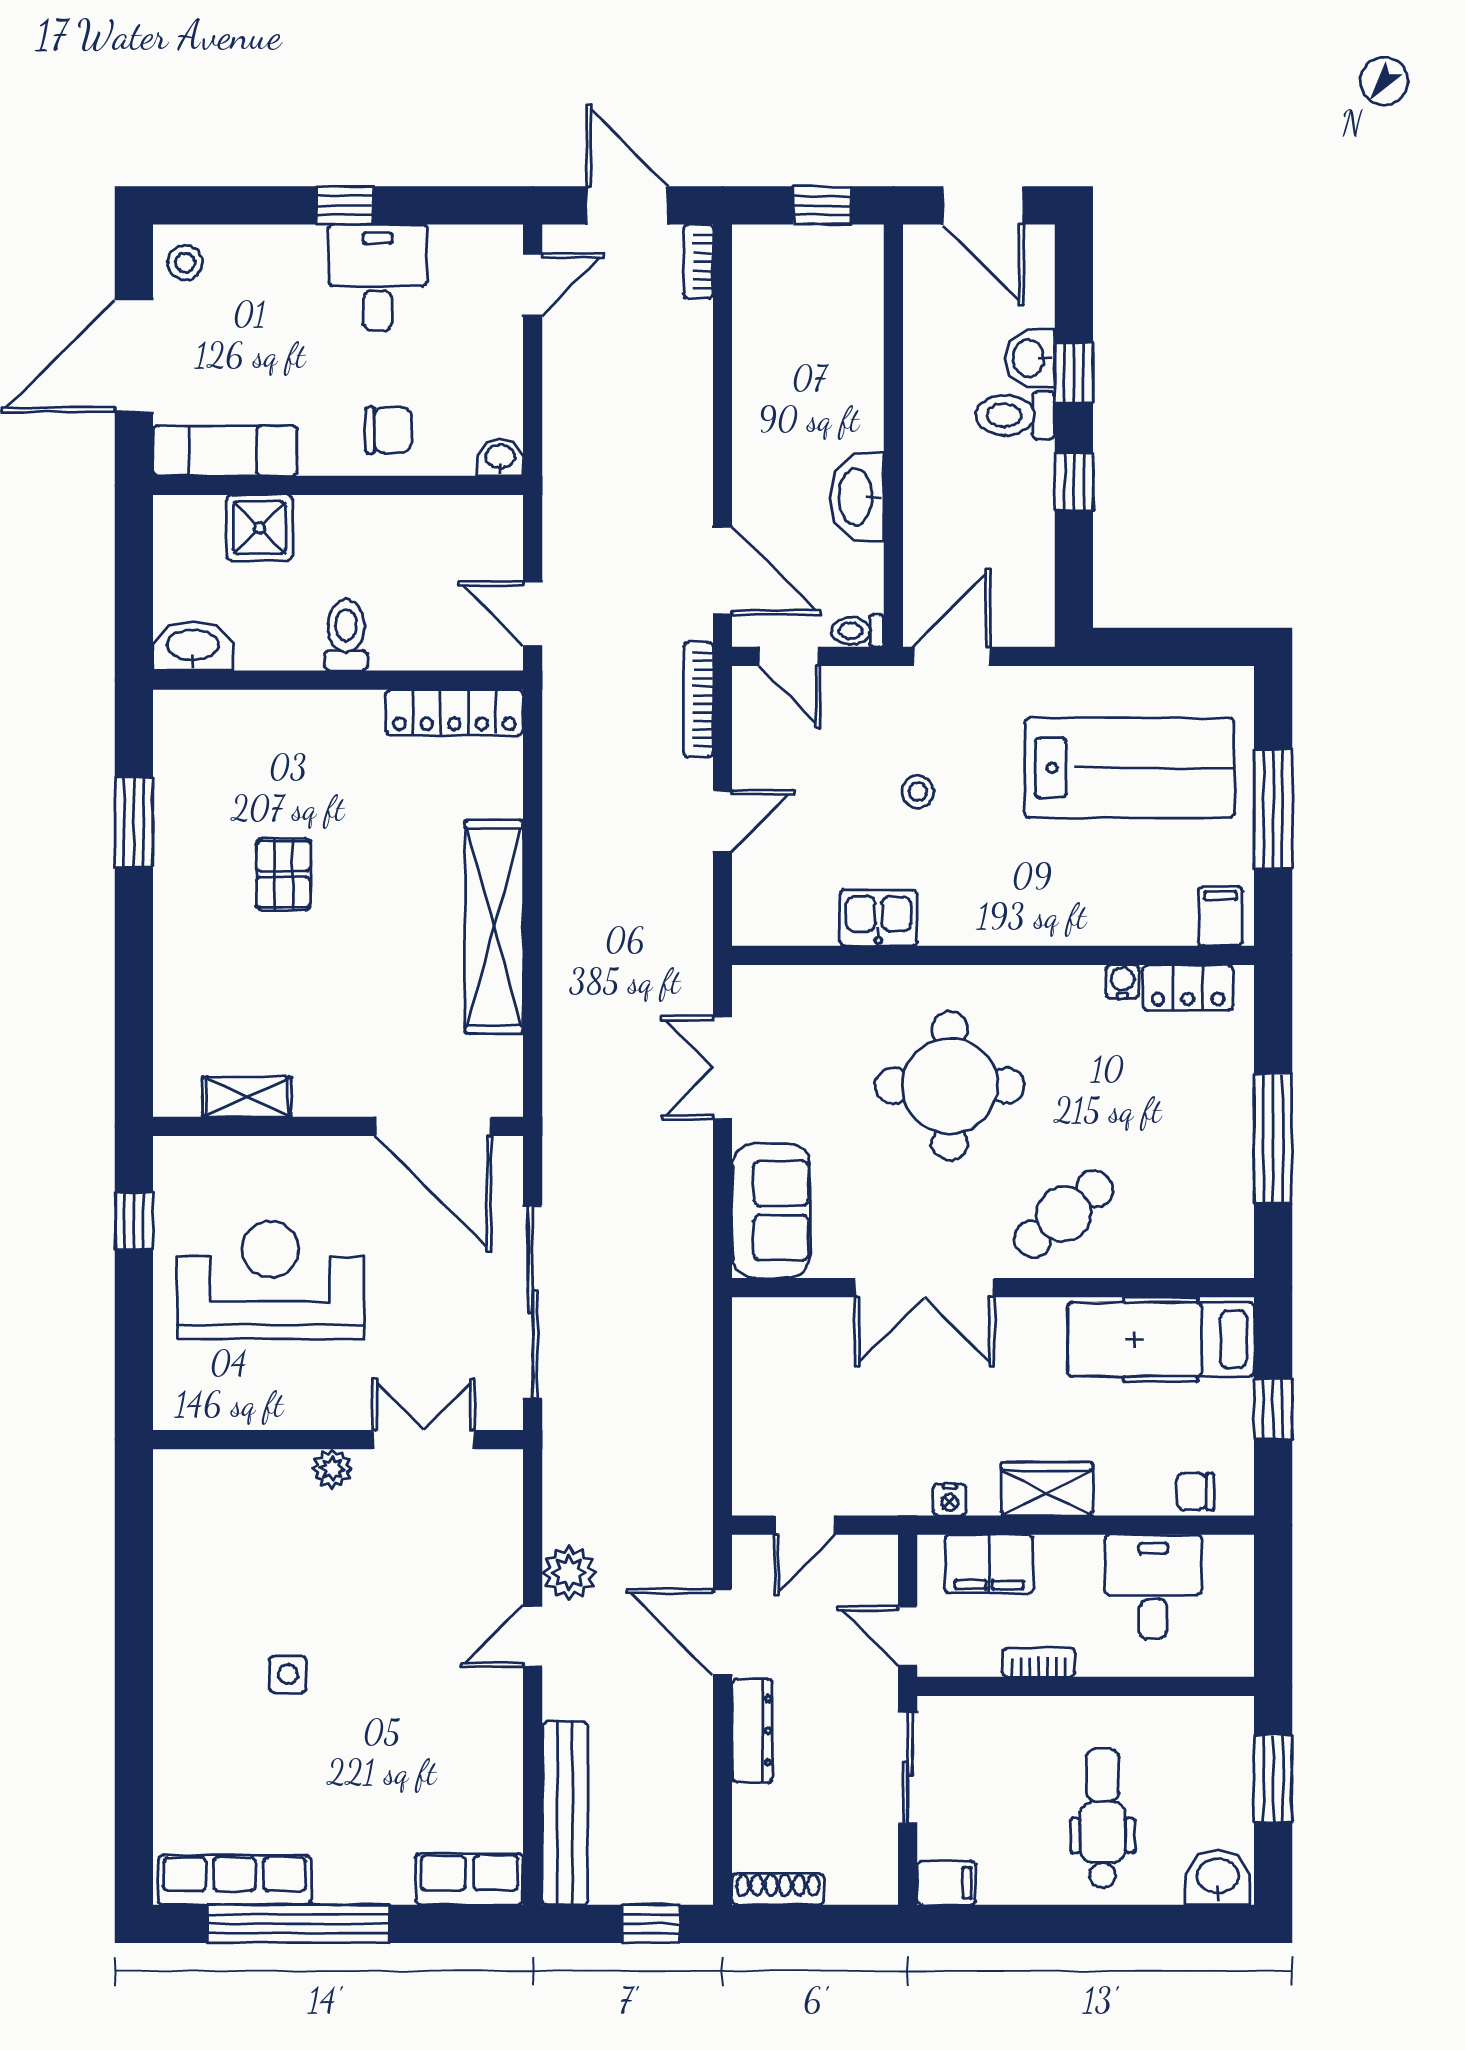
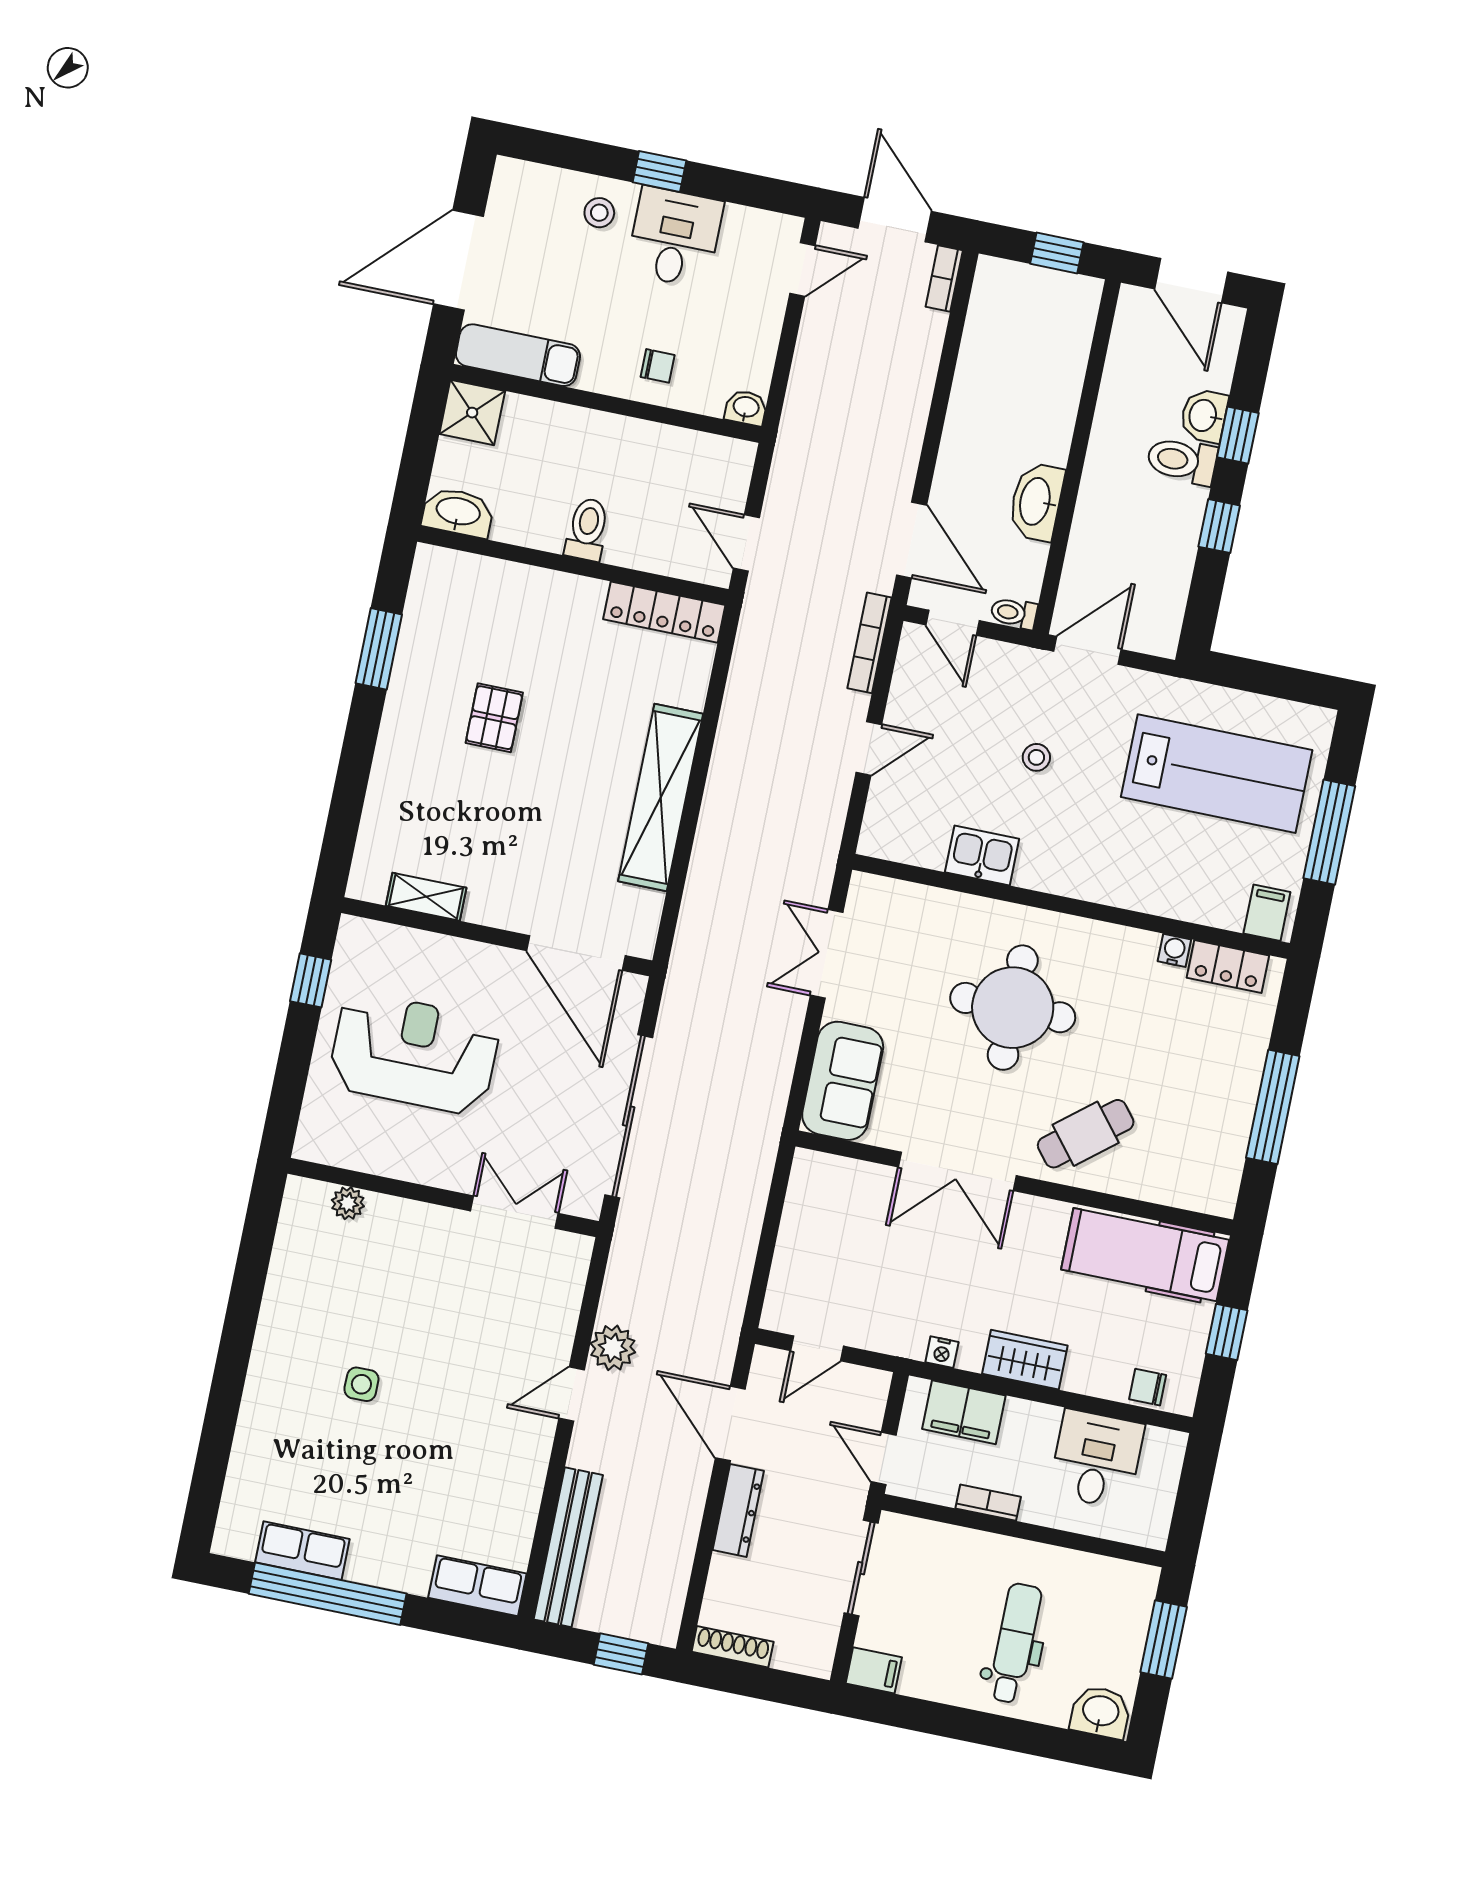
stool: (185, 263) -> (599, 213), moved
chair: (388, 430) -> (658, 366), width x0.73, depth x0.73
shower: (259, 528) -> (472, 413), moved
plant: (332, 1469) -> (348, 1203), moved
row of seats: (235, 1880) -> (302, 1551), width x0.68

